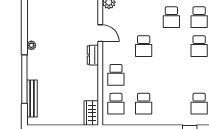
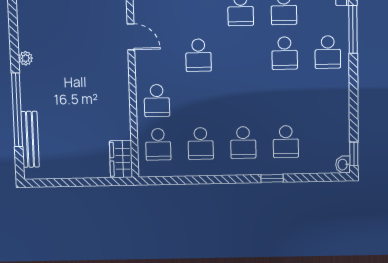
dresser: (93, 55) -> (120, 71), removed
school desk: (171, 104) -> (243, 143), added

